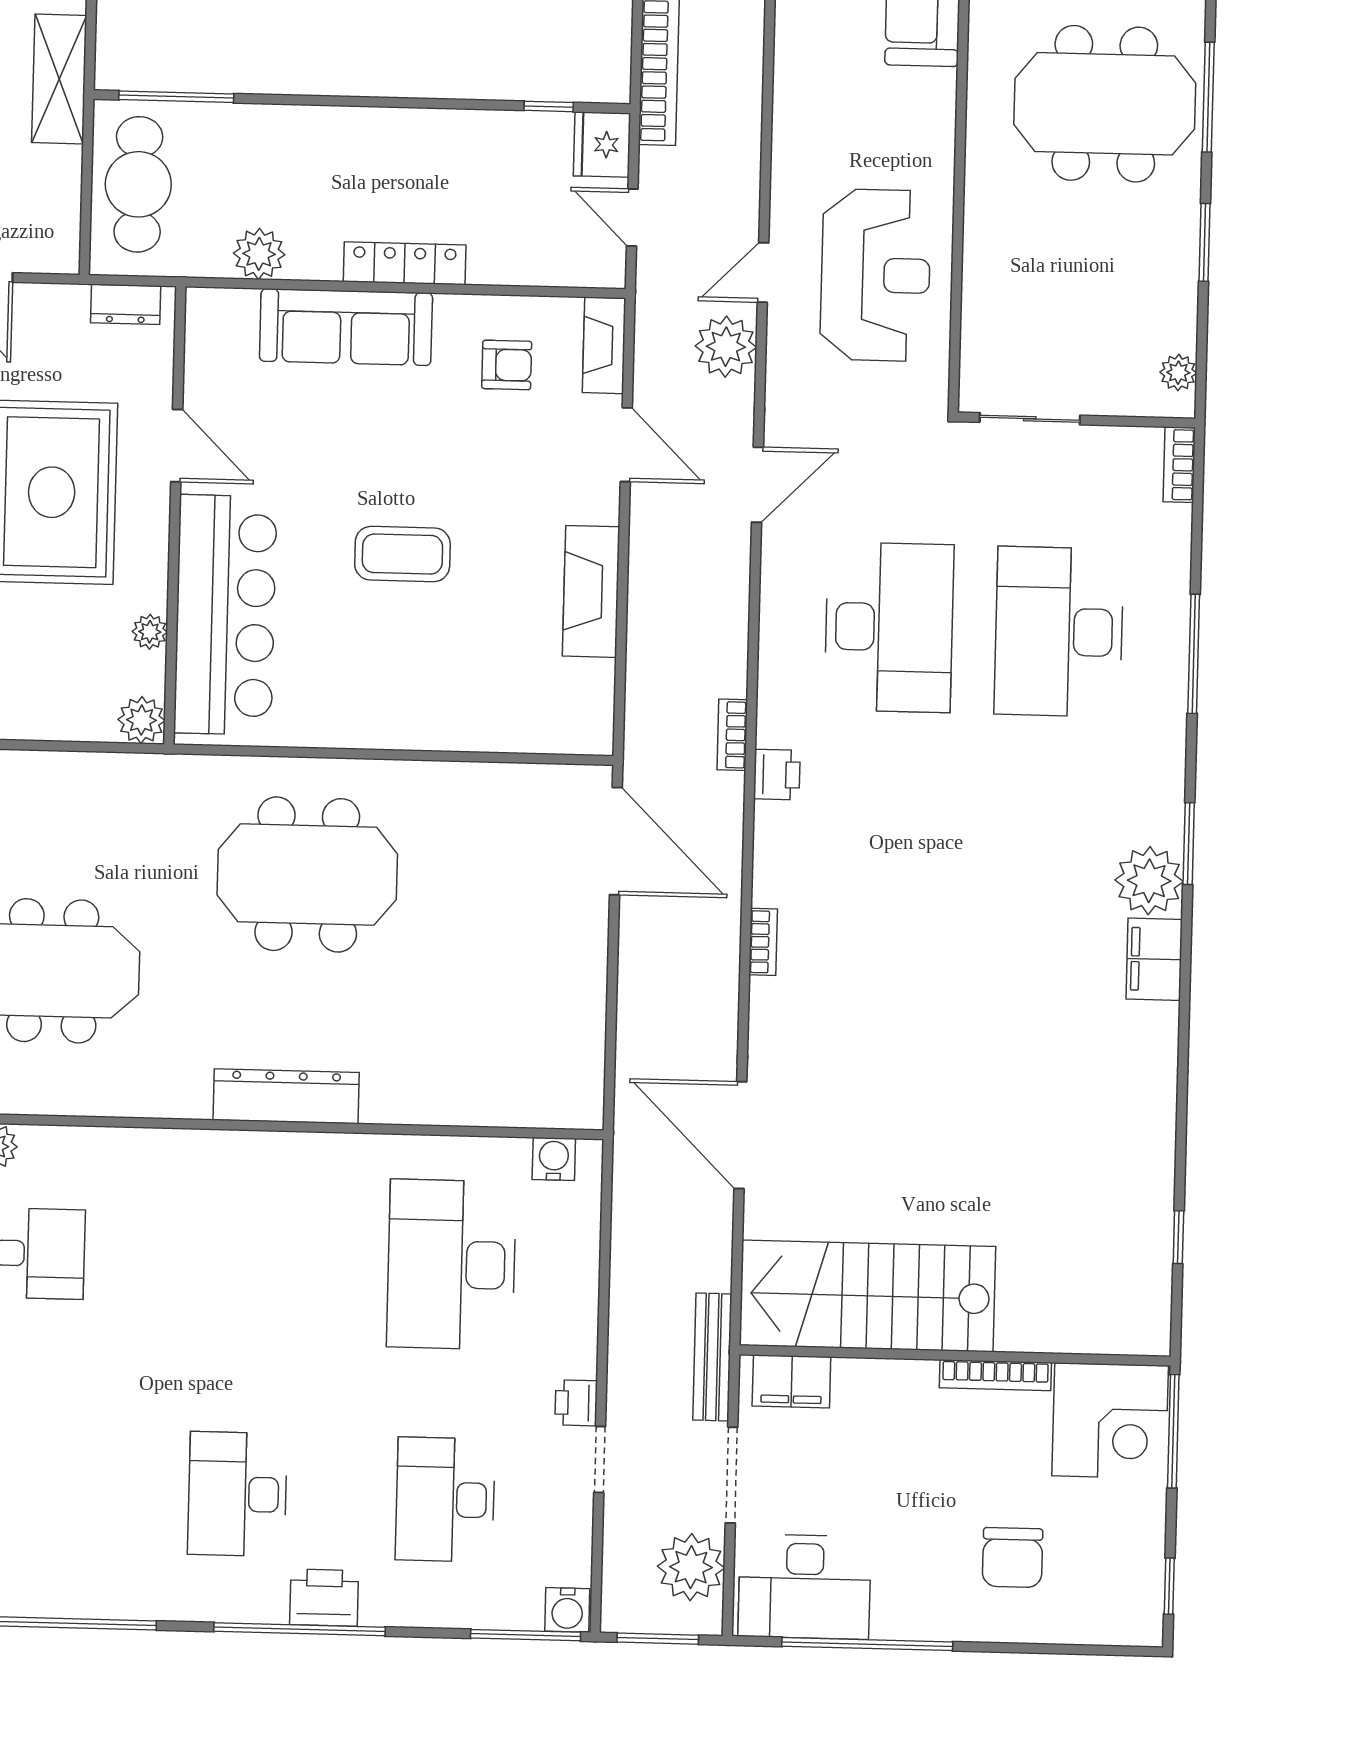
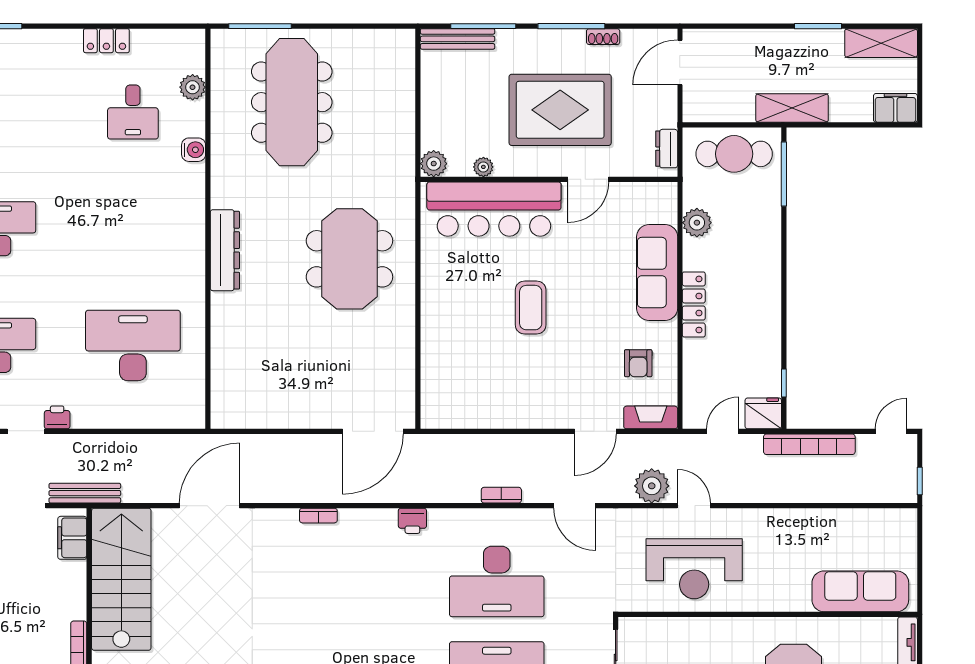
fireplace: (591, 591) -> (512, 414), removed
bookcase: (732, 735) -> (501, 495), moved
water cooler: (554, 1159) -> (194, 150), moved

